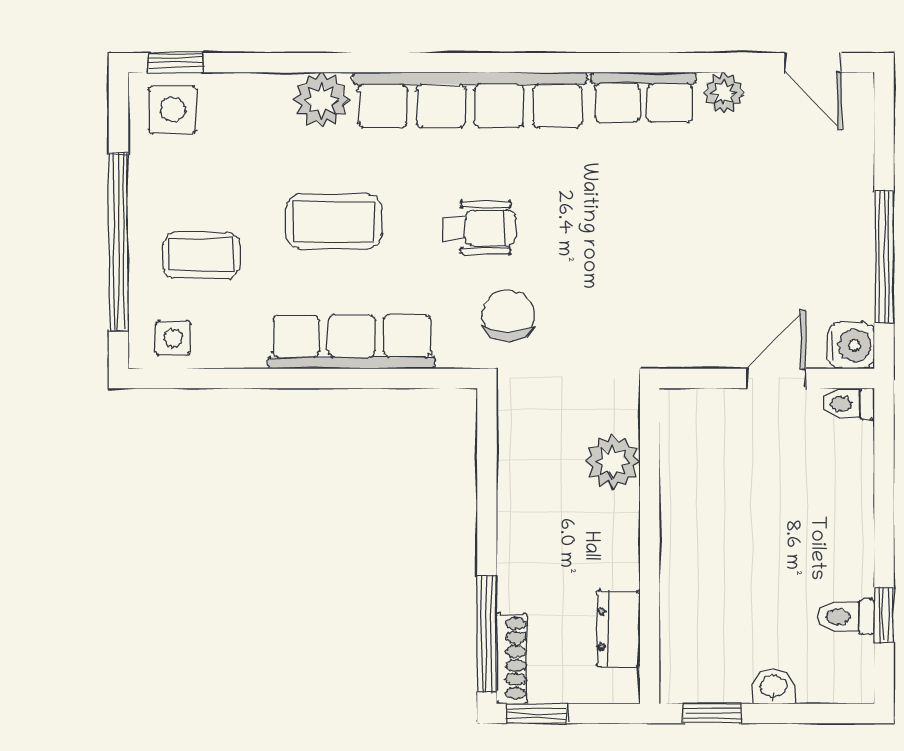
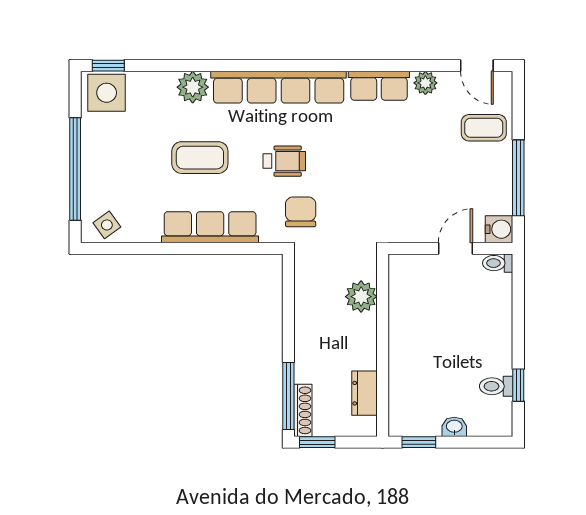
side table: (173, 110) -> (107, 93), width x1.37, depth x1.37
coffee table: (201, 255) -> (484, 128), moved
side table: (173, 338) -> (107, 225), turned -36

